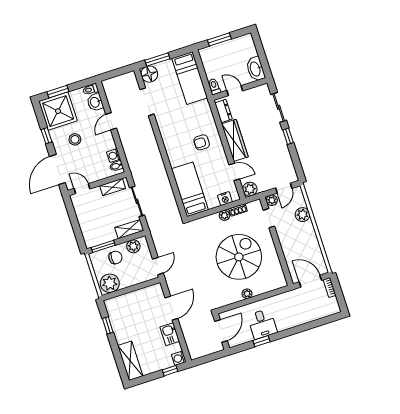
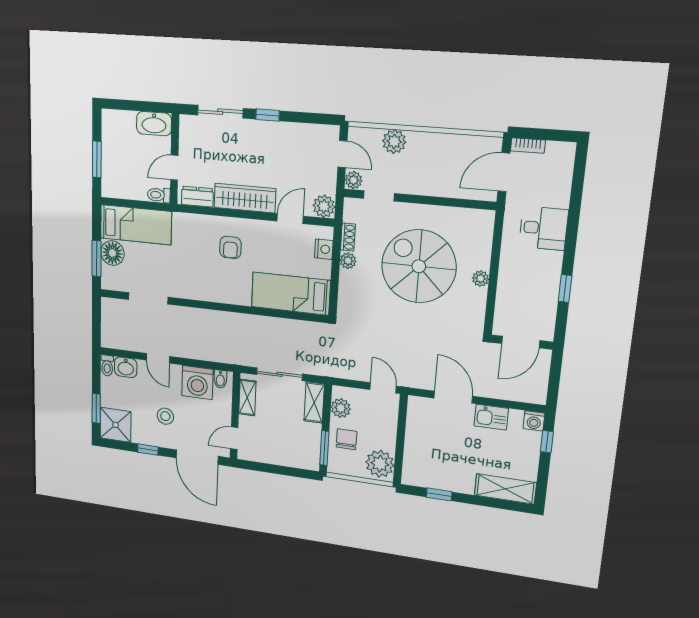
floor lamp: (149, 74) -> (112, 253), moved
shower: (58, 111) -> (116, 425), width x0.73, depth x0.73
washing machine: (114, 155) -> (197, 383), width x1.89, depth x1.89
desk: (262, 324) -> (543, 228), moved
door: (221, 331) -> (521, 342), swing flipped

